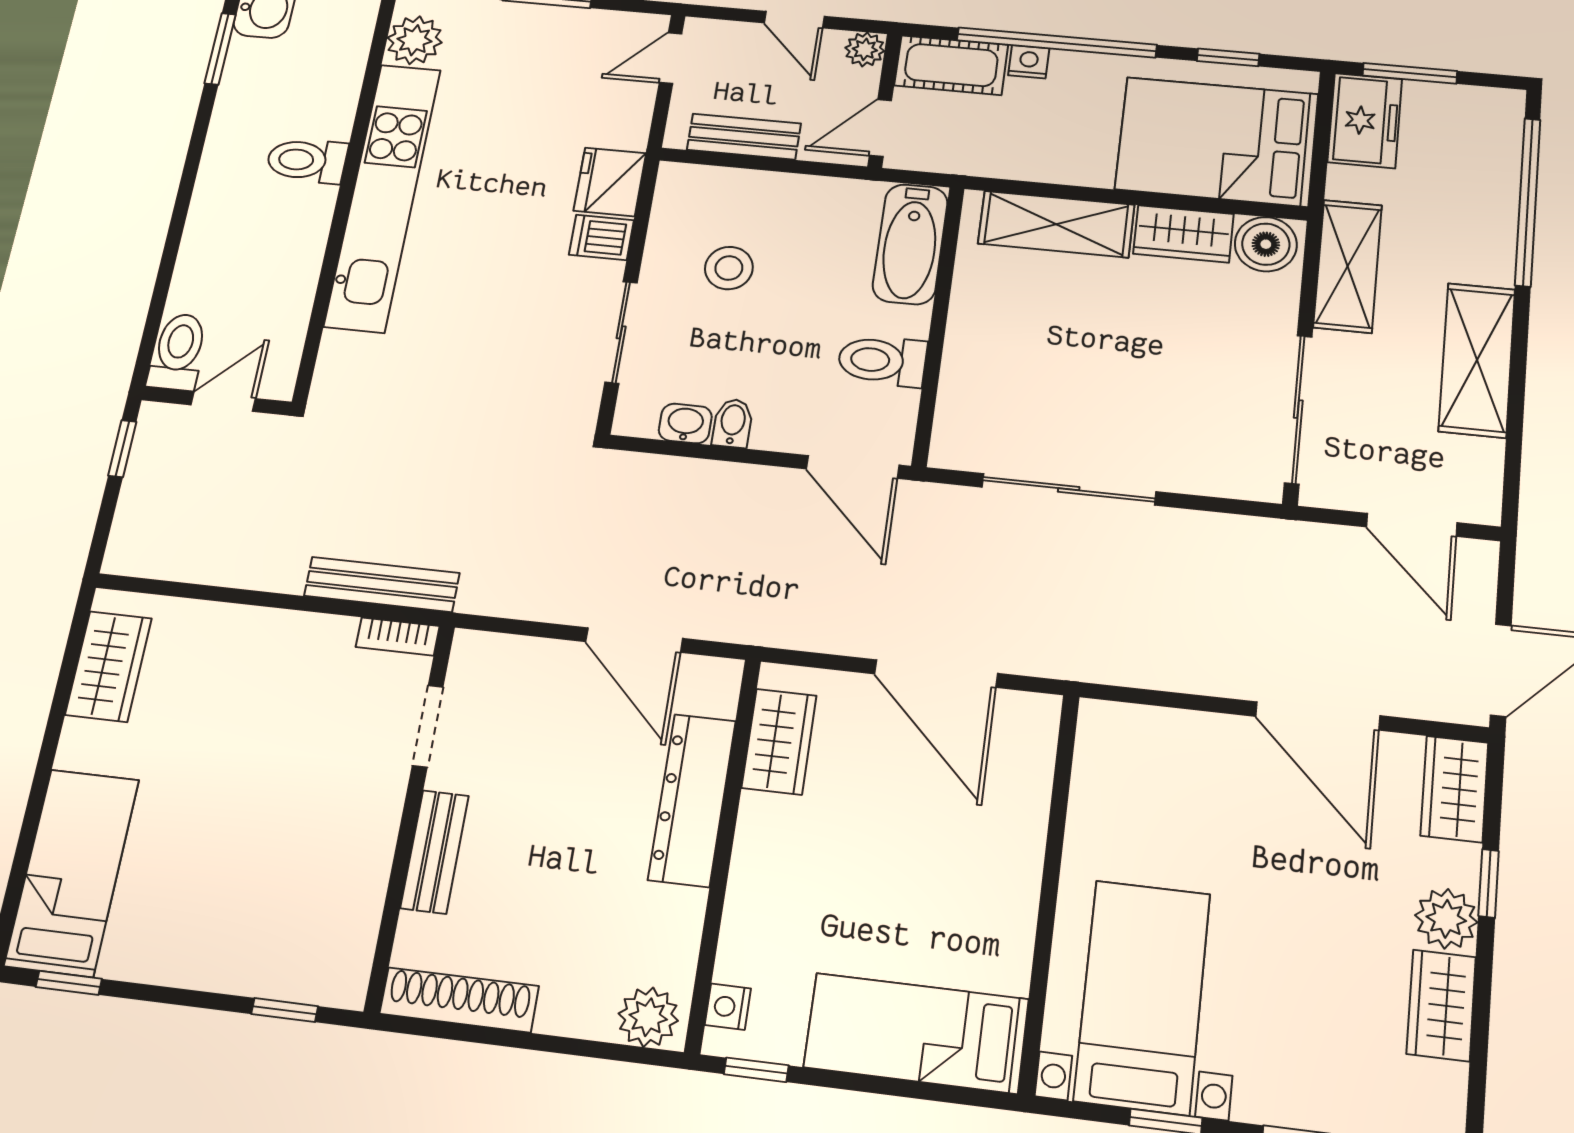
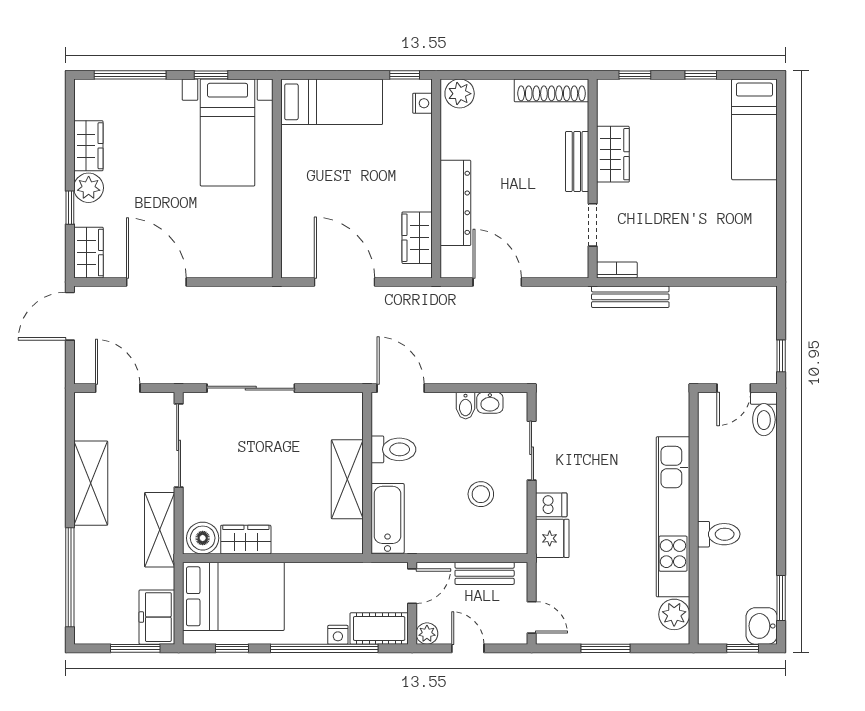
door: (671, 58) -> (532, 617), hinge flipped
shelving: (1056, 224) -> (347, 479), moved, turned 90
sliding door: (1069, 489) -> (251, 388), moved
wardrobe: (108, 666) -> (613, 154), moved, turned 180
window: (69, 983) -> (701, 75), moved

